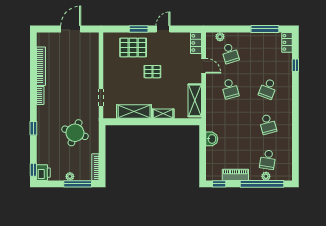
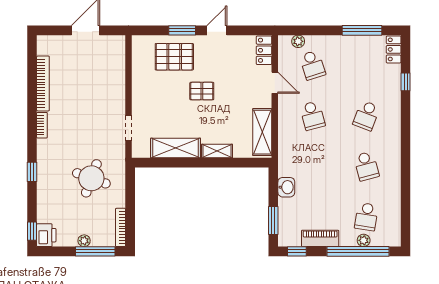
window: (203, 162) -> (273, 221), added

